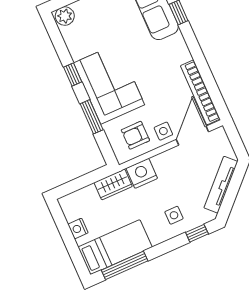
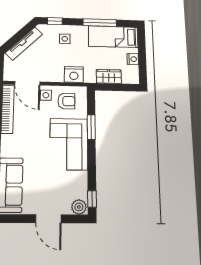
window: (73, 74) -> (92, 199), moved
door: (192, 136) -> (27, 83), hinge flipped
wardrobe: (113, 184) -> (109, 76), moved
window: (125, 265) -> (100, 23), moved

